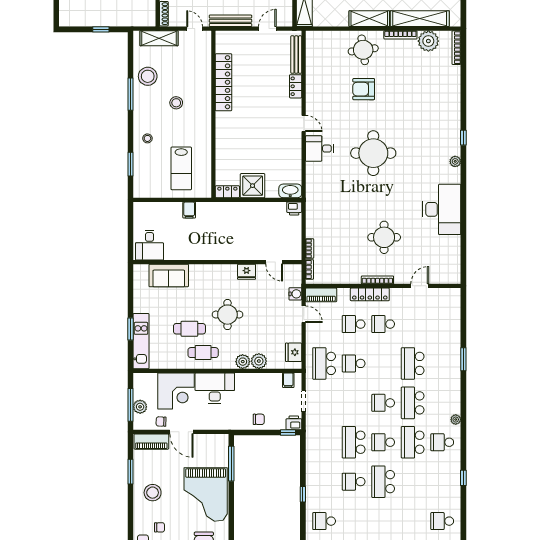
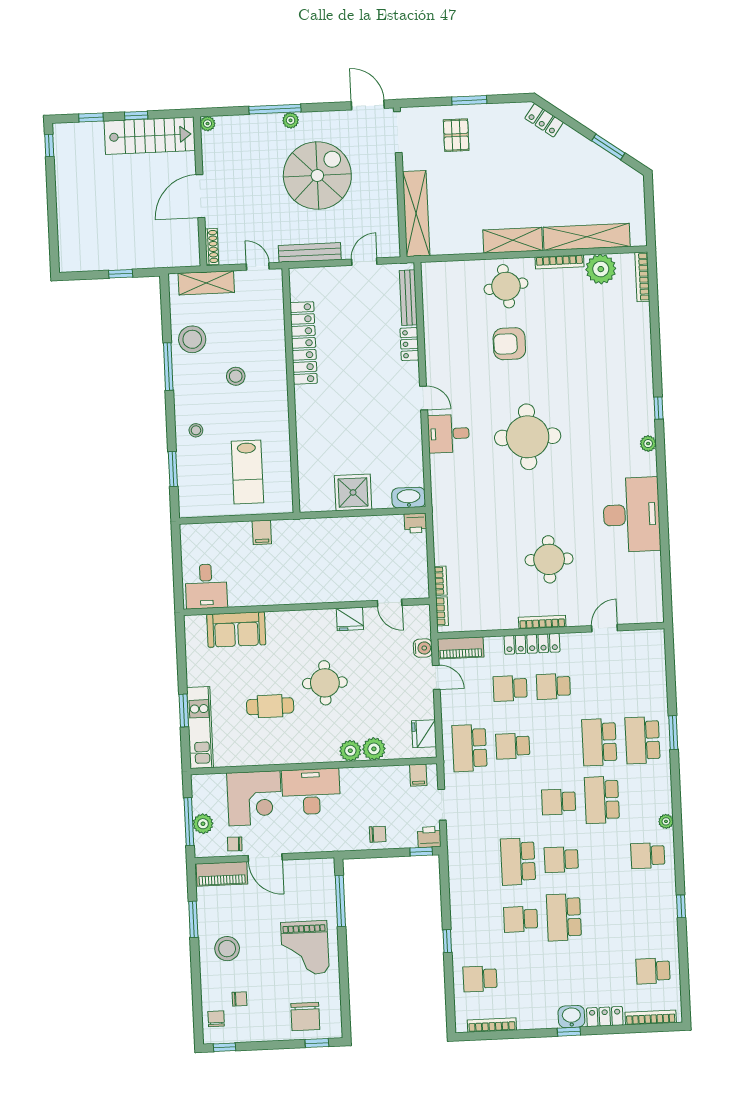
locker: (227, 192) -> (317, 503), removed
cafe table: (203, 353) -> (292, 740), removed
school desk: (413, 442) -> (643, 740), moved
grand piano: (206, 495) -> (305, 948), width x0.73, depth x0.68

